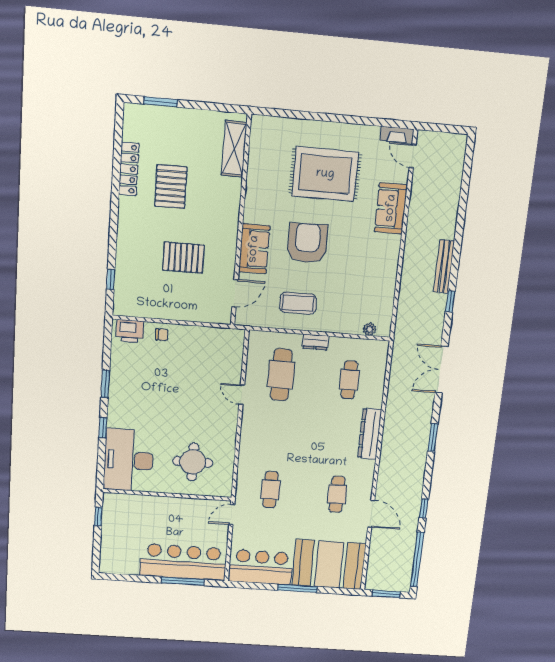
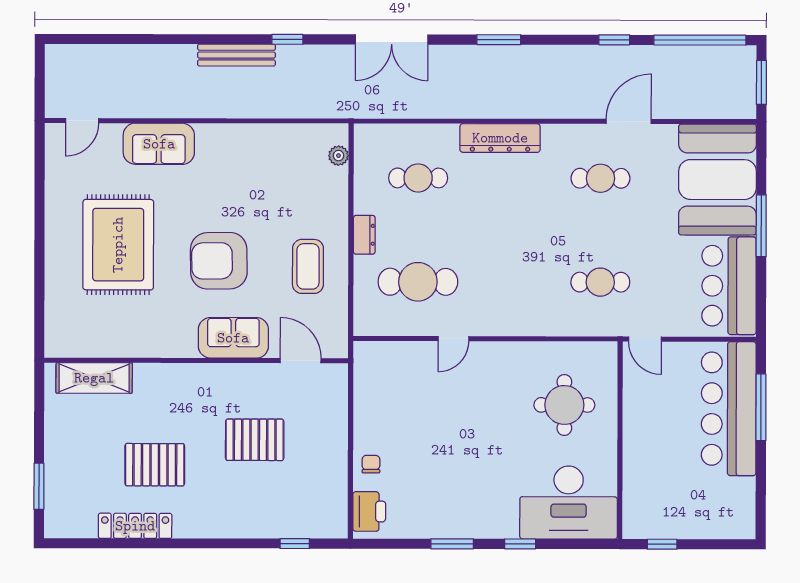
fireplace: (397, 135) -> (55, 147), removed
pallet: (183, 258) -> (255, 440), turned 90

